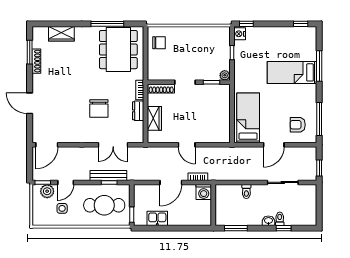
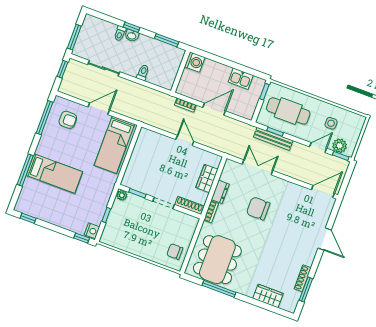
chair: (99, 109) -> (258, 208), turned -90
washing machine: (204, 192) -> (195, 62), moved, turned 90
window: (319, 201) -> (74, 37), added
window: (284, 228) -> (132, 27), moved

